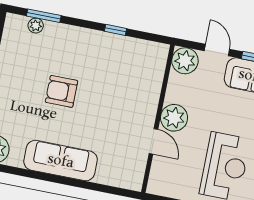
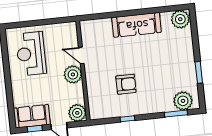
plant: (36, 26) -> (183, 101), width x1.87, depth x1.87
armchair: (62, 91) -> (126, 84), moved

